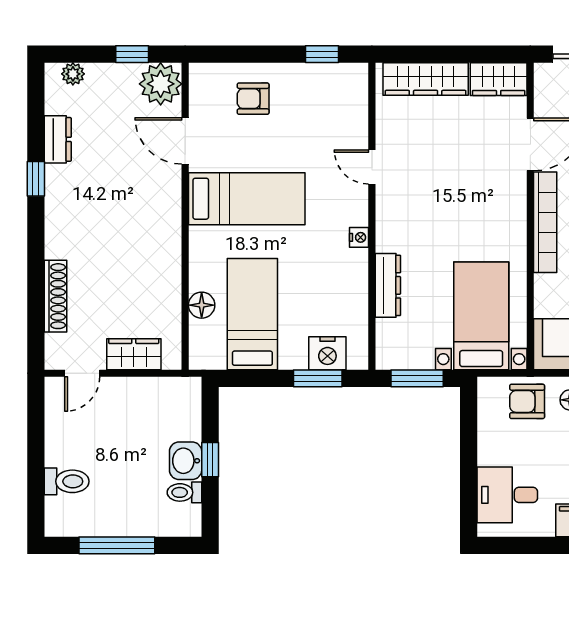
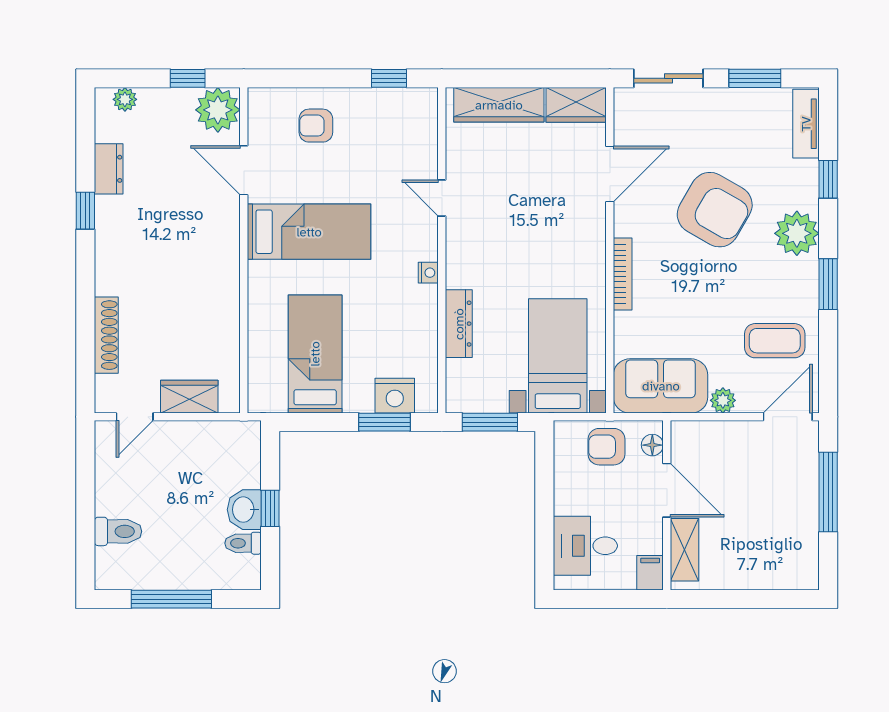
bookcase: (545, 222) -> (623, 274), width x0.68, depth x0.76
floor lamp: (202, 305) -> (261, 345), removed

